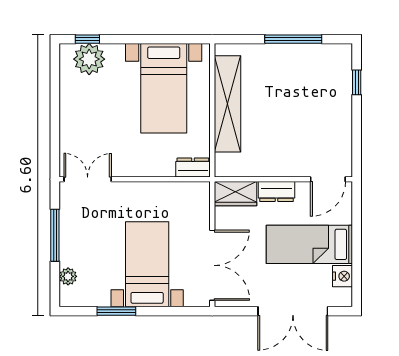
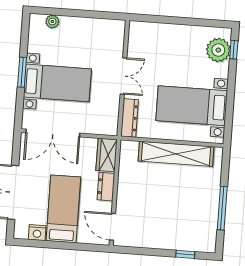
dresser: (193, 168) -> (130, 118), width x1.44
double door: (88, 179) -> (124, 76), moved
window: (55, 235) -> (85, 14), removed
window: (116, 311) -> (22, 72), moved

